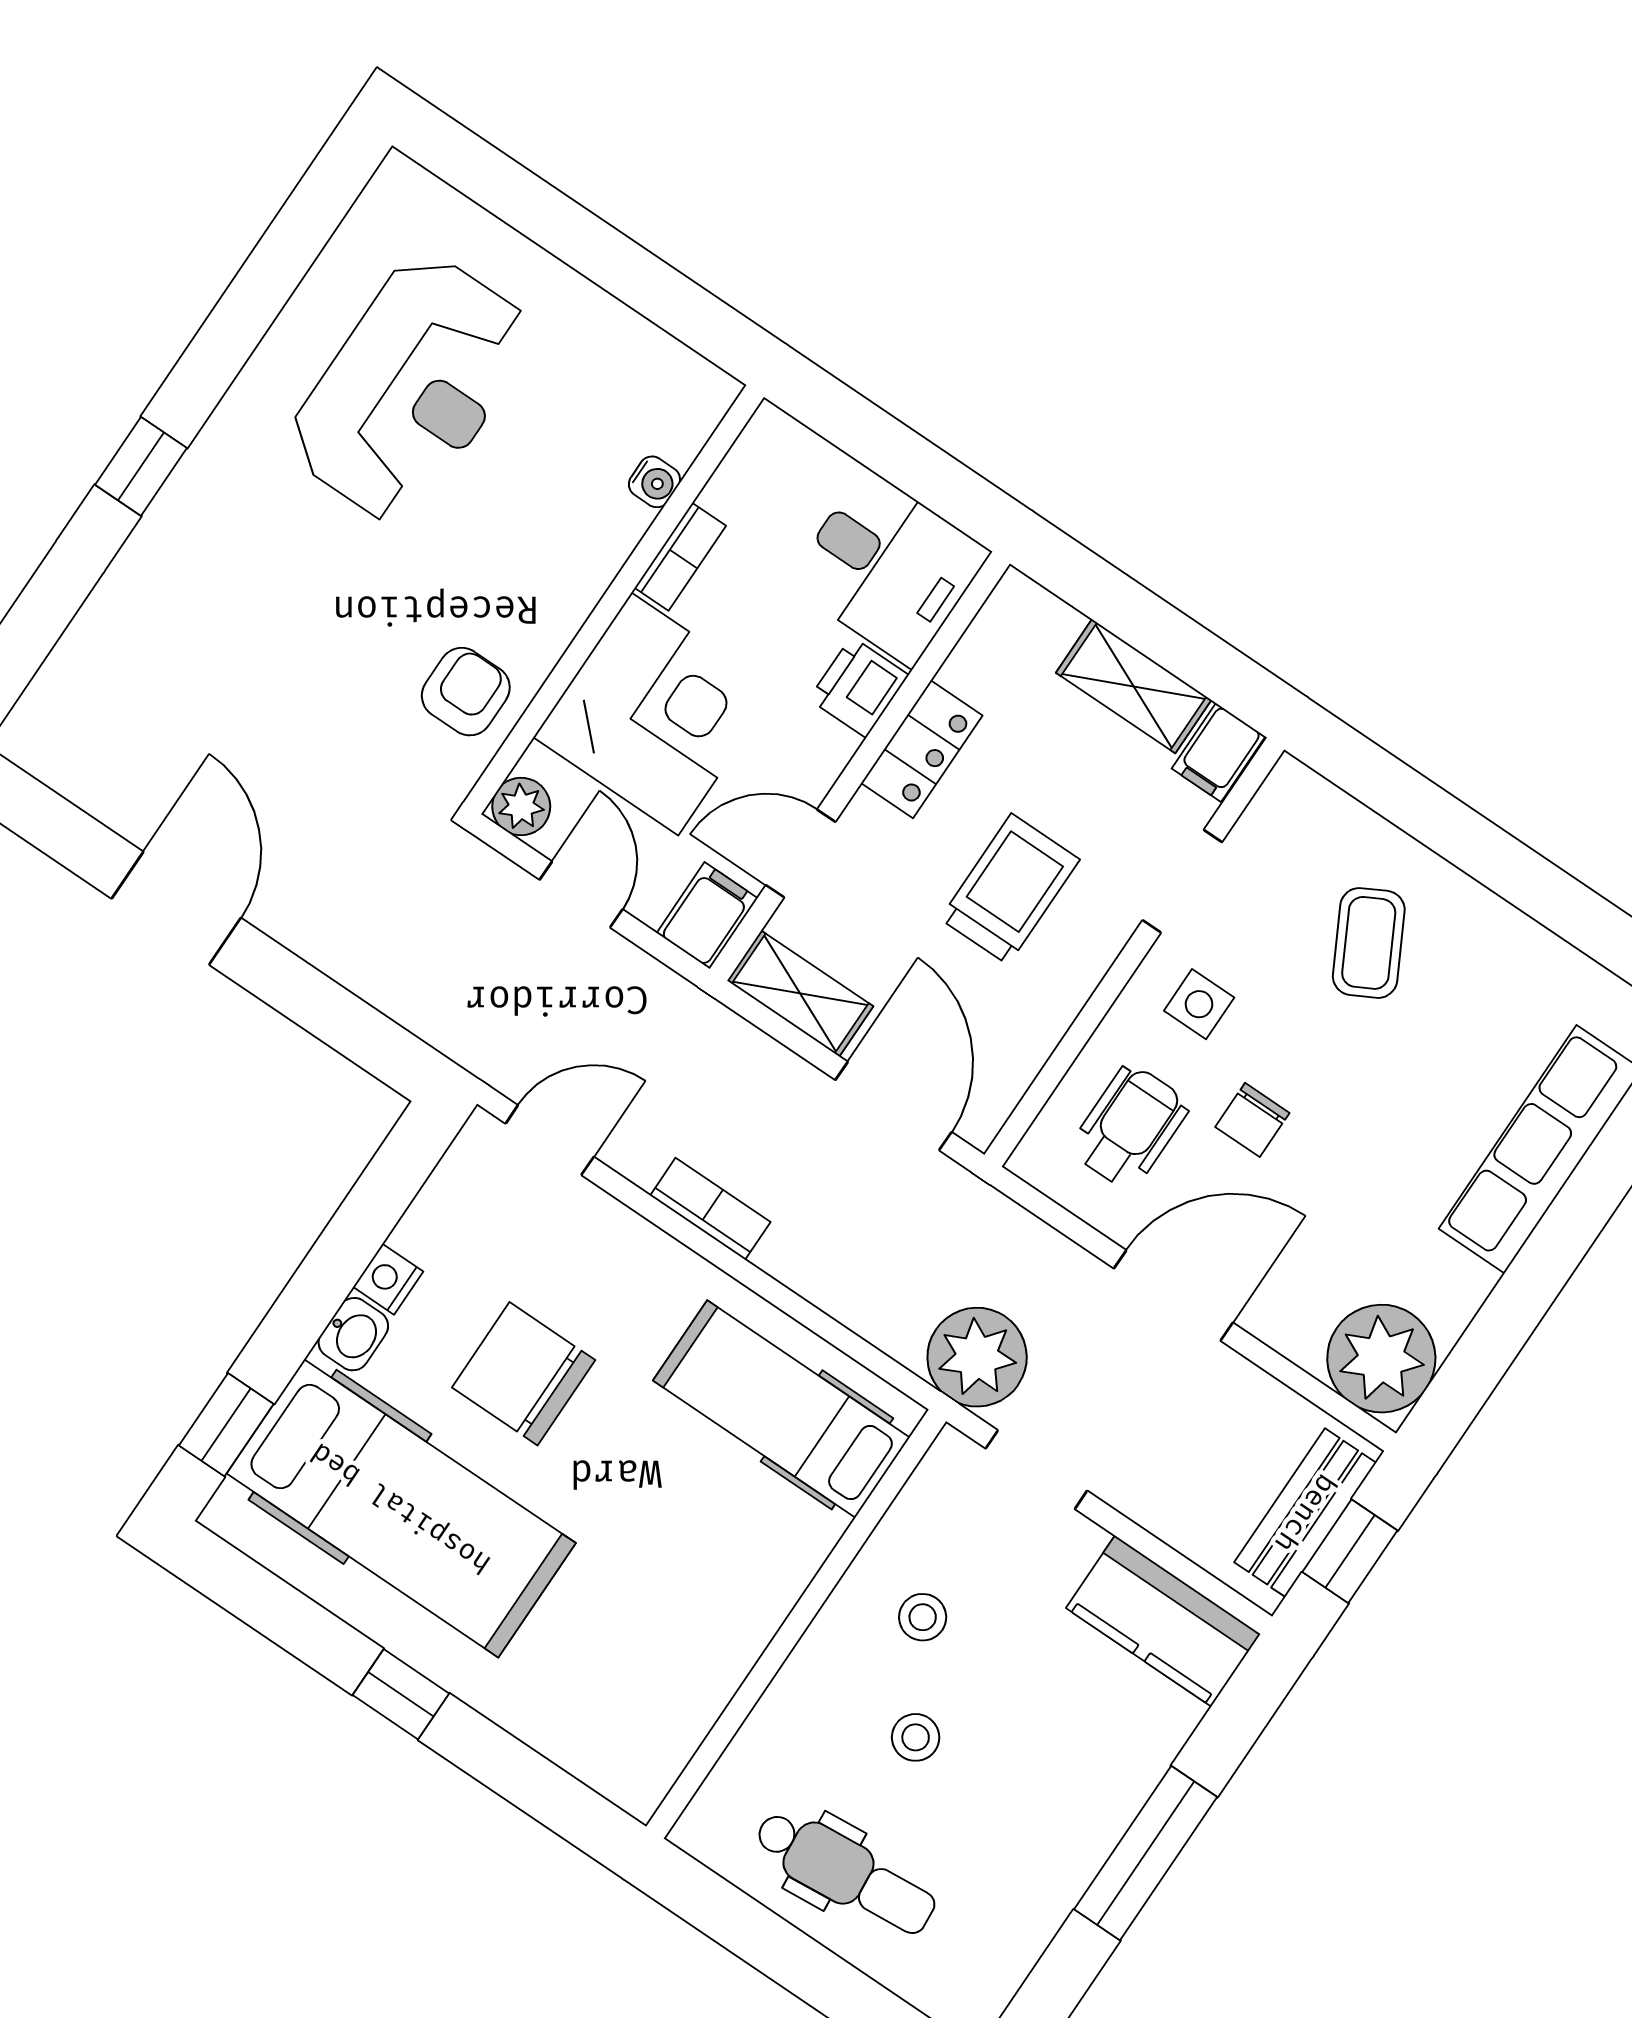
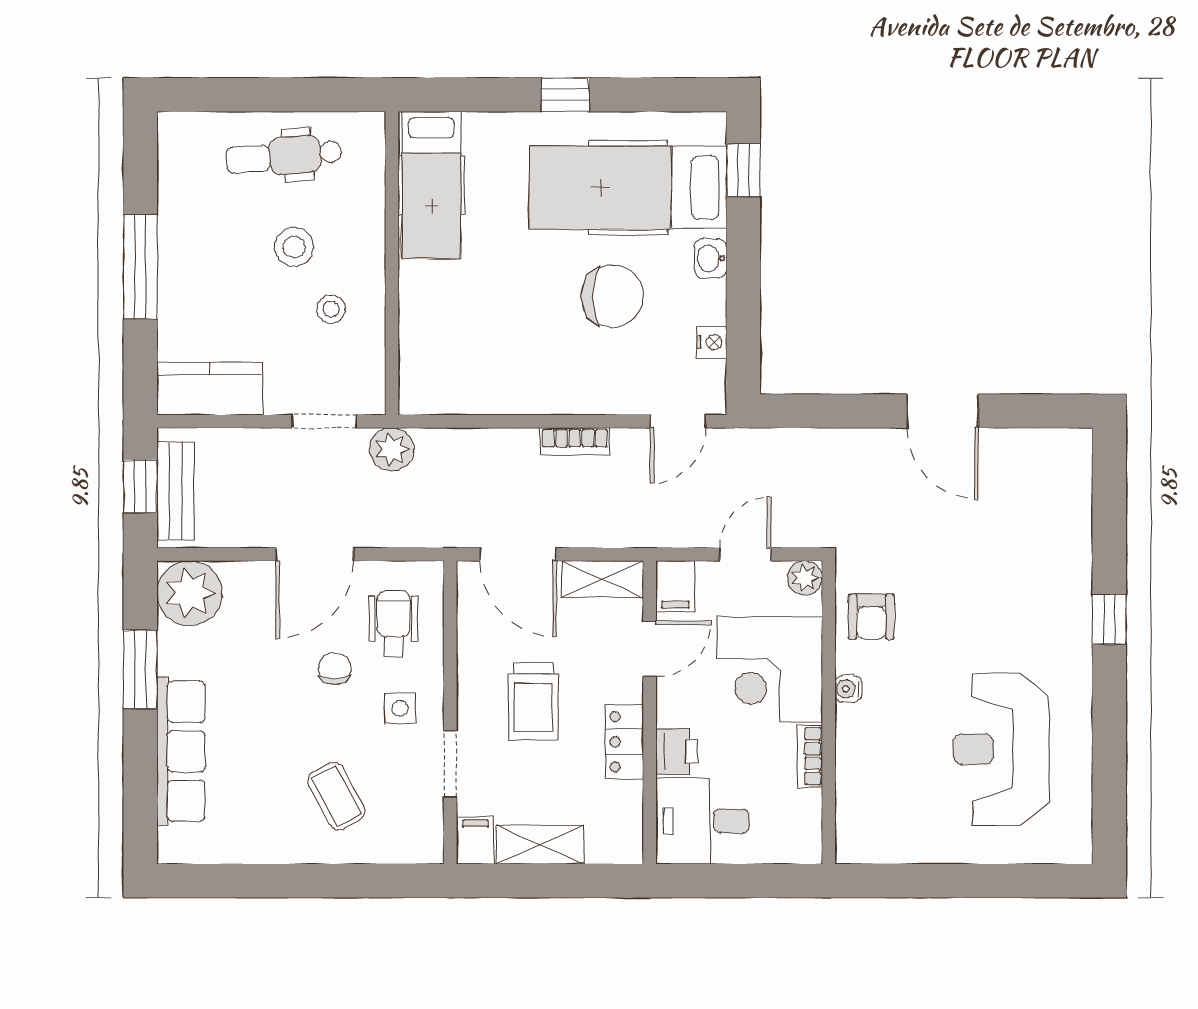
water cooler: (654, 482) -> (848, 689), moved
door: (581, 895) -> (745, 554), swing flipped
wheelchair: (1130, 1127) -> (393, 624), turned 180
nightstand: (388, 1279) -> (712, 342), moved
window: (1520, 1300) -> (140, 669), added
plant: (977, 1357) -> (392, 449), width x0.73, depth x0.73
hospital bed: (781, 1409) -> (431, 185), moved, turned 90
stool: (916, 1737) -> (294, 247), width x1.37, depth x1.37

